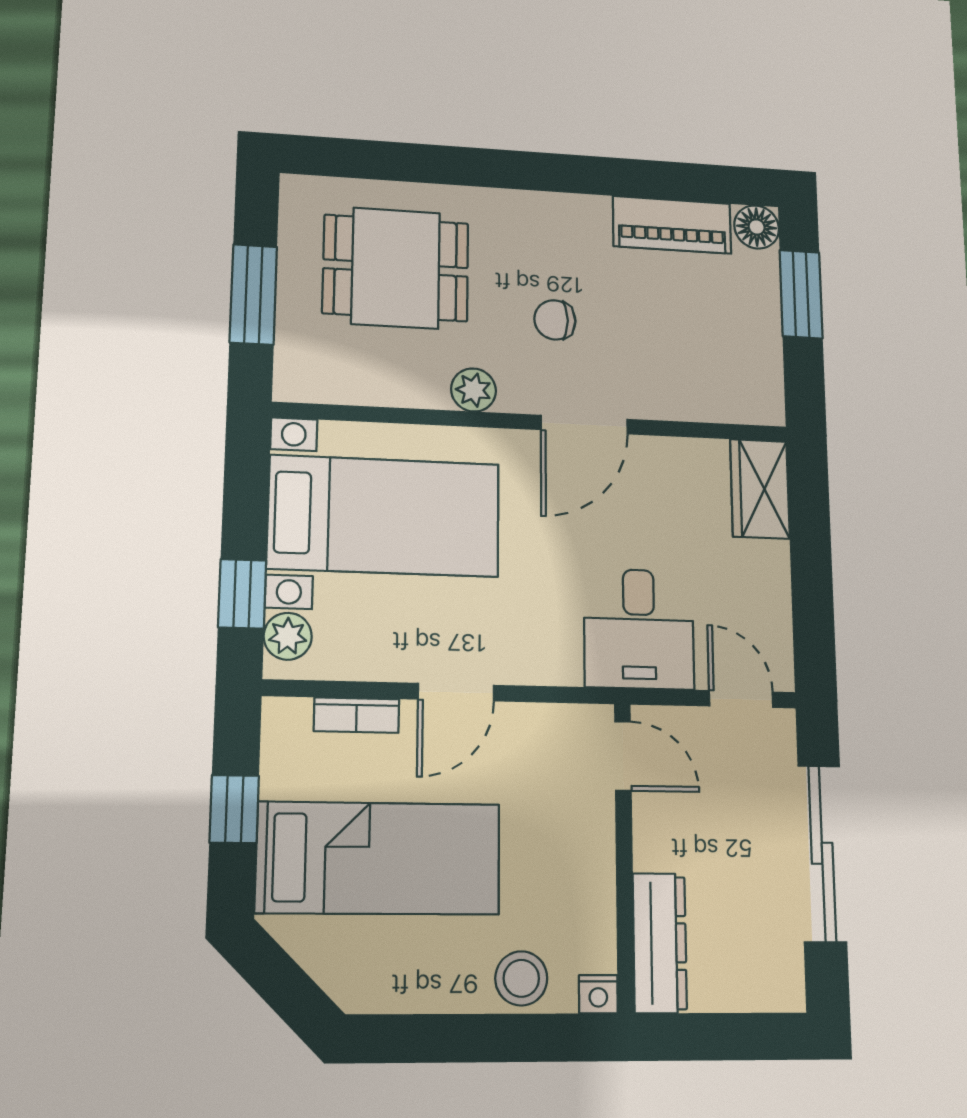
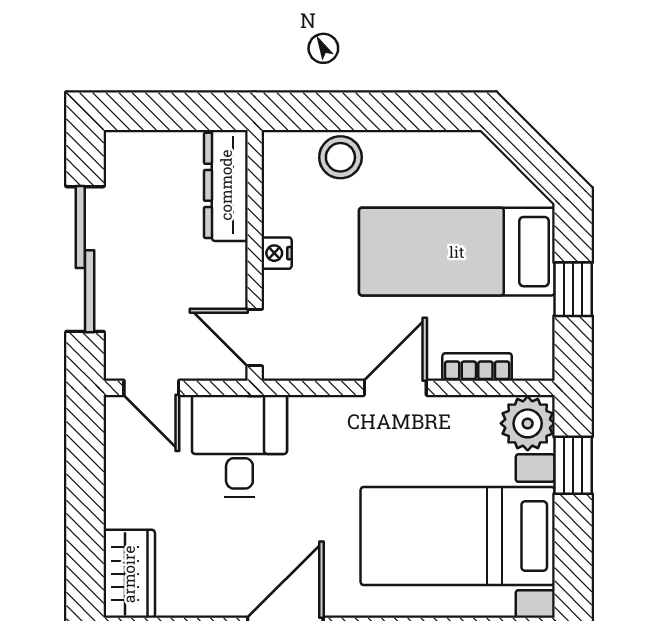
plant: (288, 636) -> (528, 423), width x1.38, depth x1.38
nightstand: (598, 994) -> (277, 253), moved, turned -90

